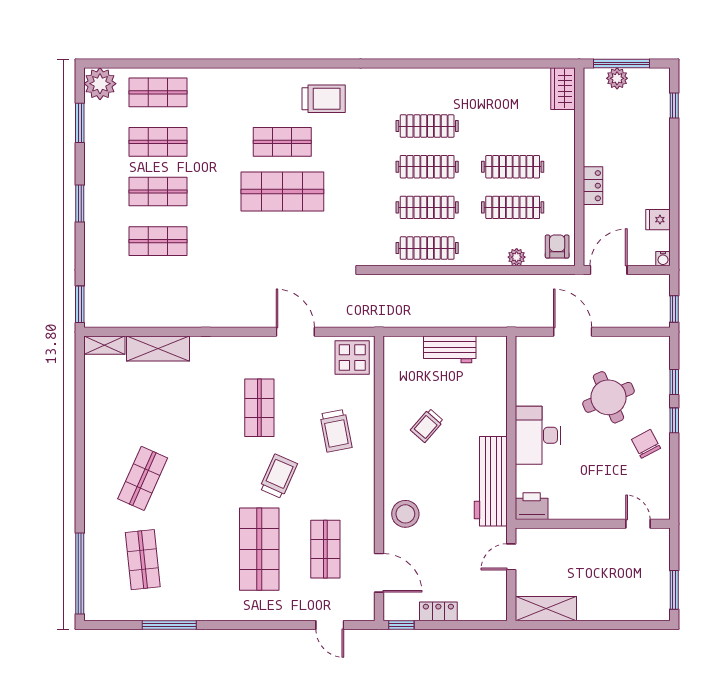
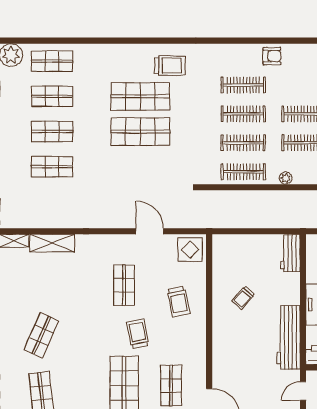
armchair: (467, 85) -> (272, 56), added
shop shelf: (282, 142) -> (140, 96), width x1.43, depth x1.36
plant: (517, 257) -> (286, 178), moved
workbench: (450, 349) -> (290, 253), moved, turned 90
trolley: (278, 476) -> (138, 334), turned -35
stool: (405, 514) -> (228, 360), removed

